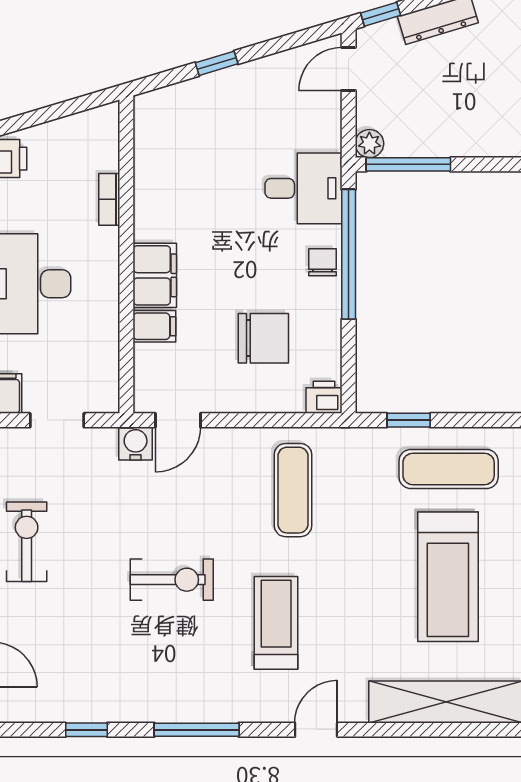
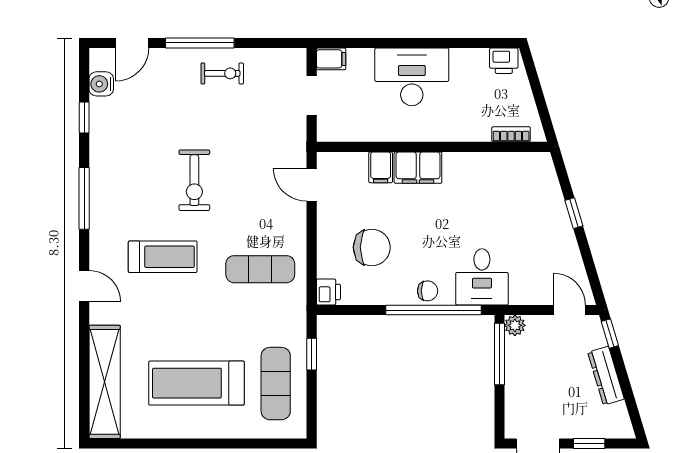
bookcase: (109, 199) -> (511, 134), moved
chair: (263, 338) -> (372, 247), turned -90
water cooler: (136, 443) -> (101, 84), moved, turned 180
exercise bike: (27, 542) -> (222, 73), width x0.73, depth x0.72

